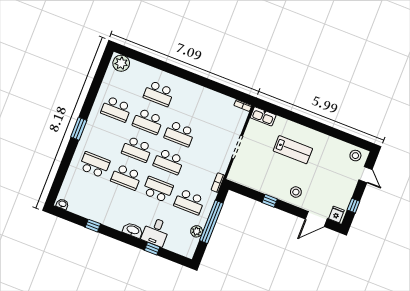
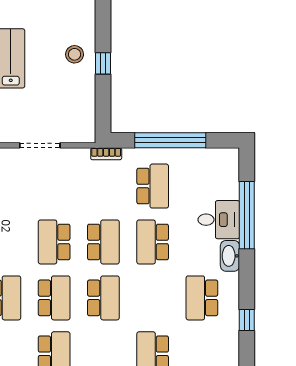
school desk: (179, 134) -> (54, 242), turned 180
school desk: (126, 177) -> (202, 298), moved, turned 180
stool: (296, 192) -> (75, 54), moved
plant: (197, 231) -> (194, 157), removed
window: (152, 249) -> (247, 215), width x3.17

